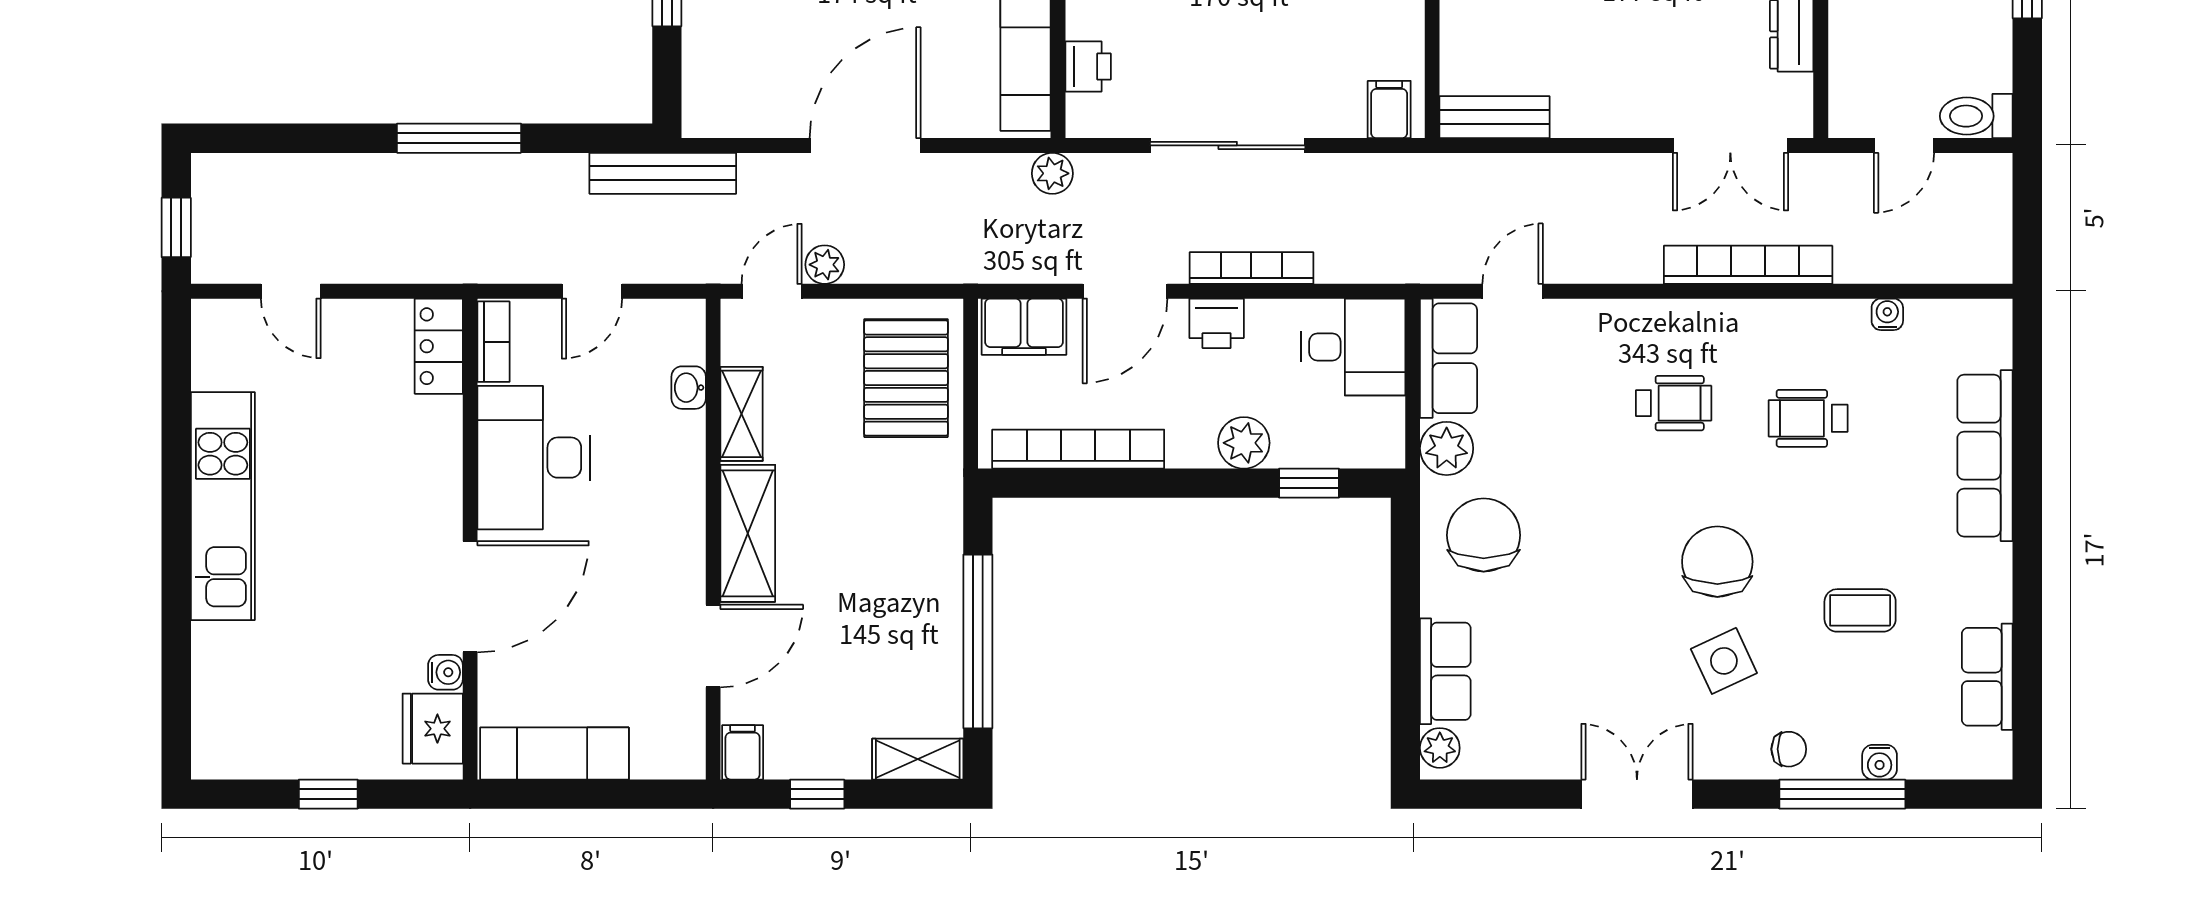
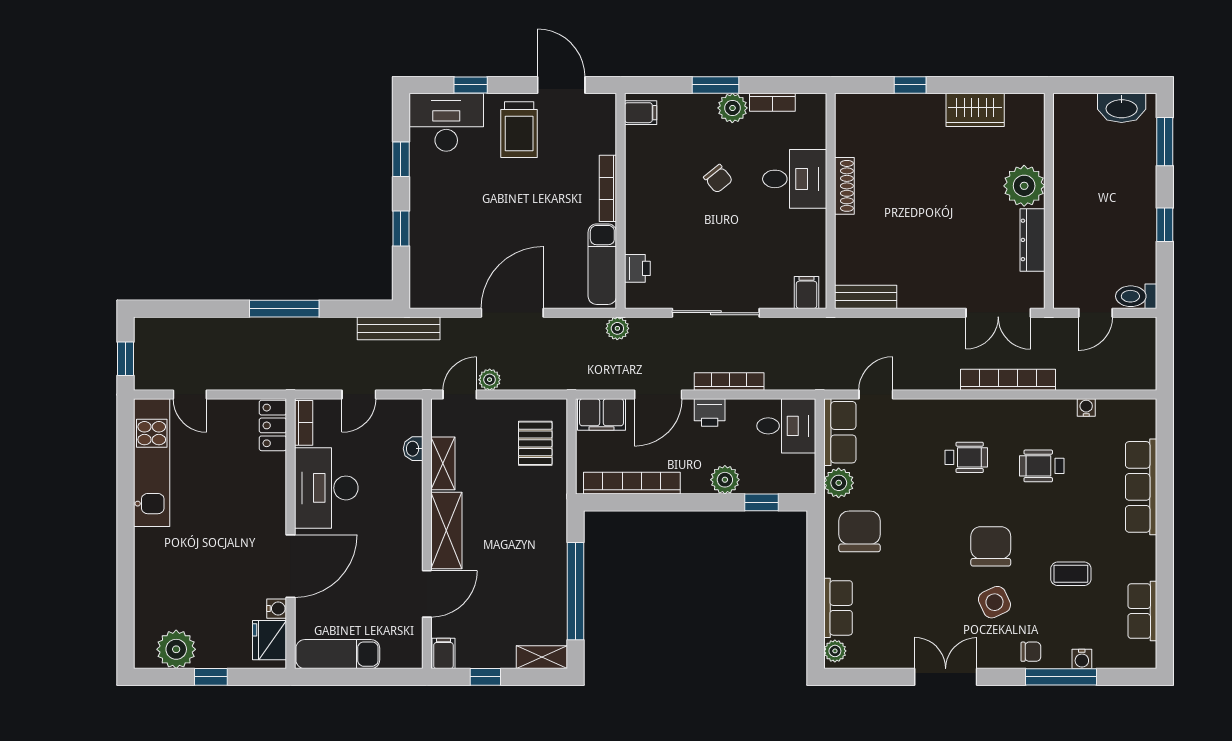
pallet: (906, 378) -> (535, 443), width x0.67, depth x0.71
kitchen unit: (223, 506) -> (152, 463), moved
plant: (267, 745) -> (176, 649), added

